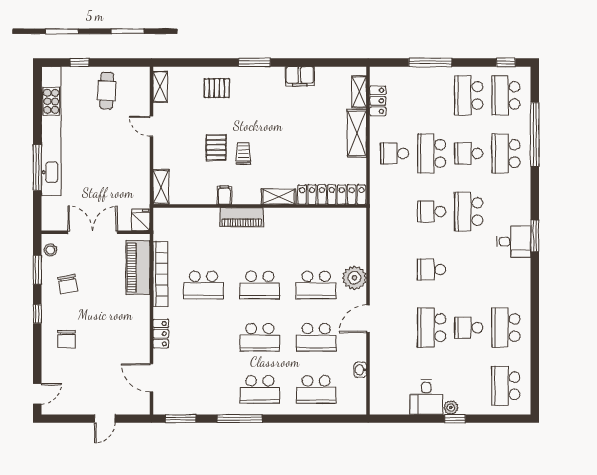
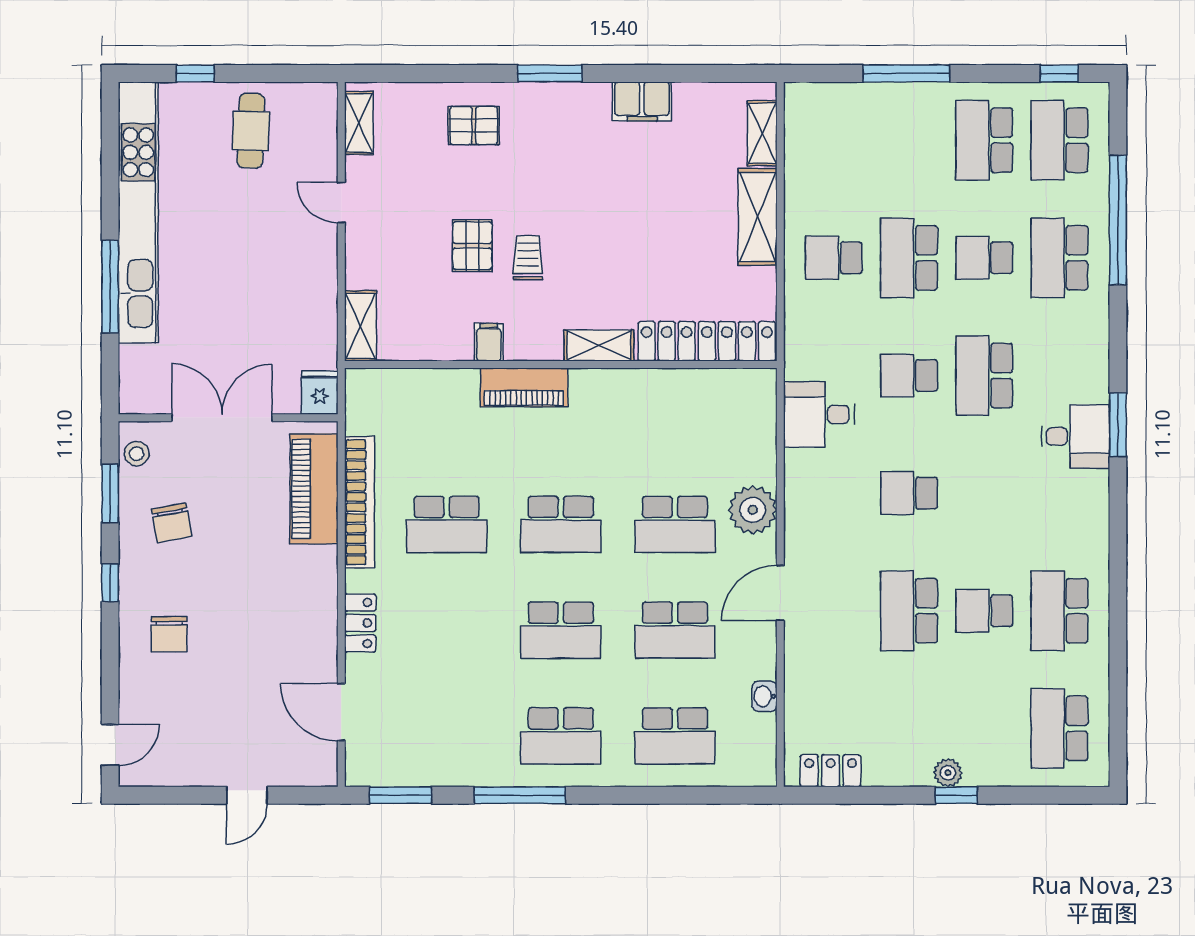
locker: (378, 101) -> (831, 771), moved, turned -90
desk: (426, 397) -> (819, 414), moved, turned 90

